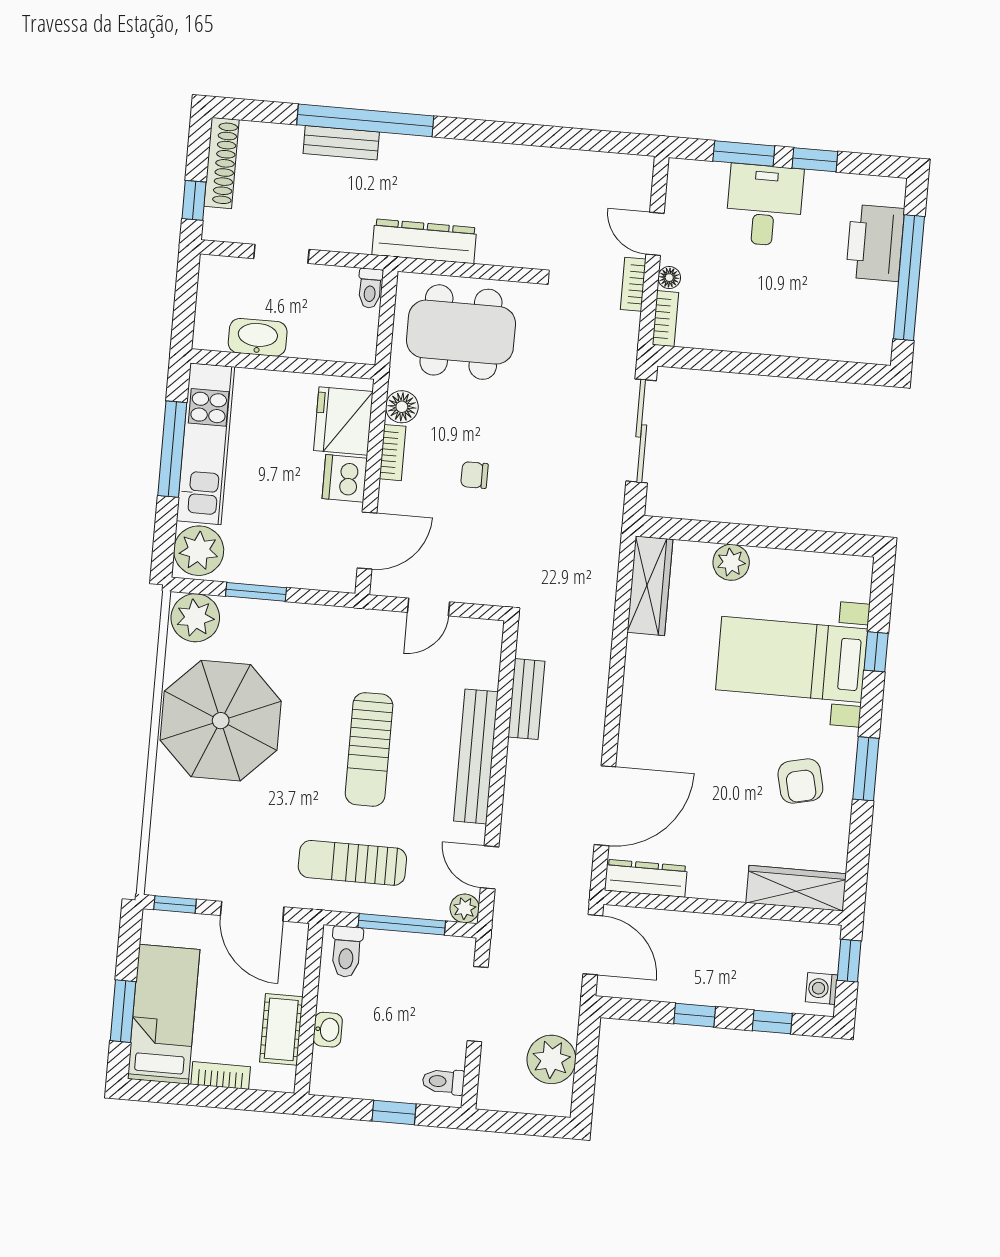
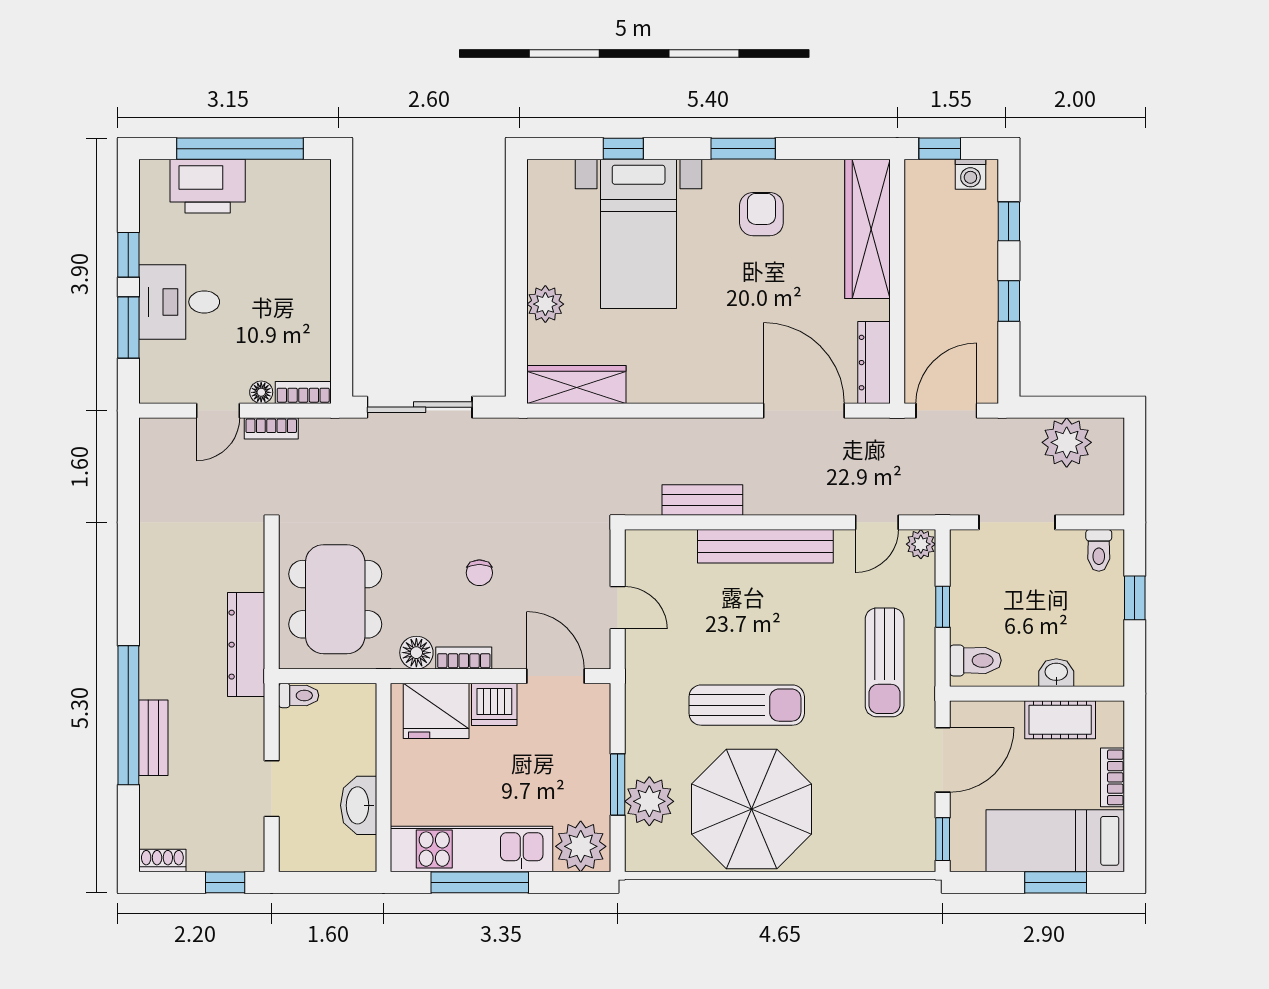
shoe rack: (221, 163) -> (162, 860), width x0.51, depth x0.81
plant: (195, 618) -> (649, 801), moved
sun lounger: (369, 749) -> (747, 705), moved
armchair: (800, 781) -> (761, 214), turned -77
wardrobe: (796, 888) -> (868, 229), width x1.40, depth x1.17
window: (402, 924) -> (943, 607), width x0.46

